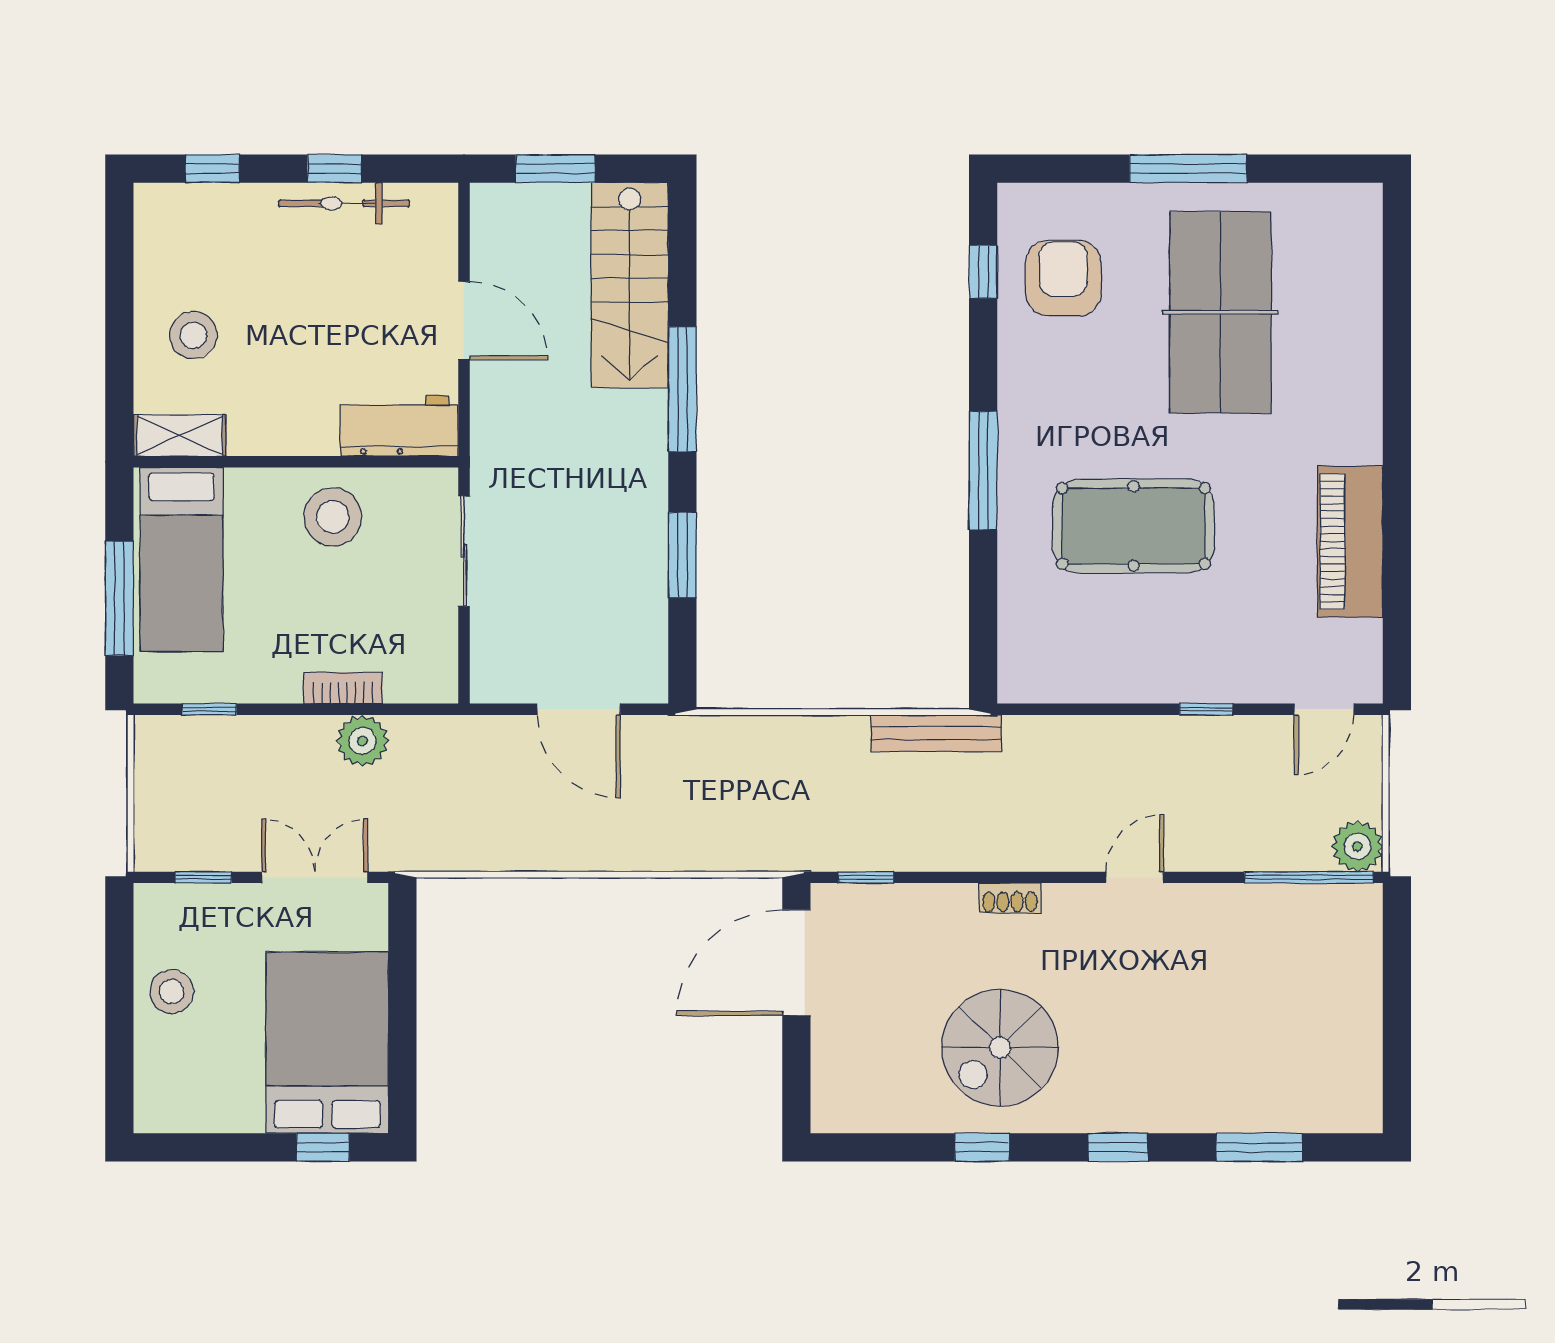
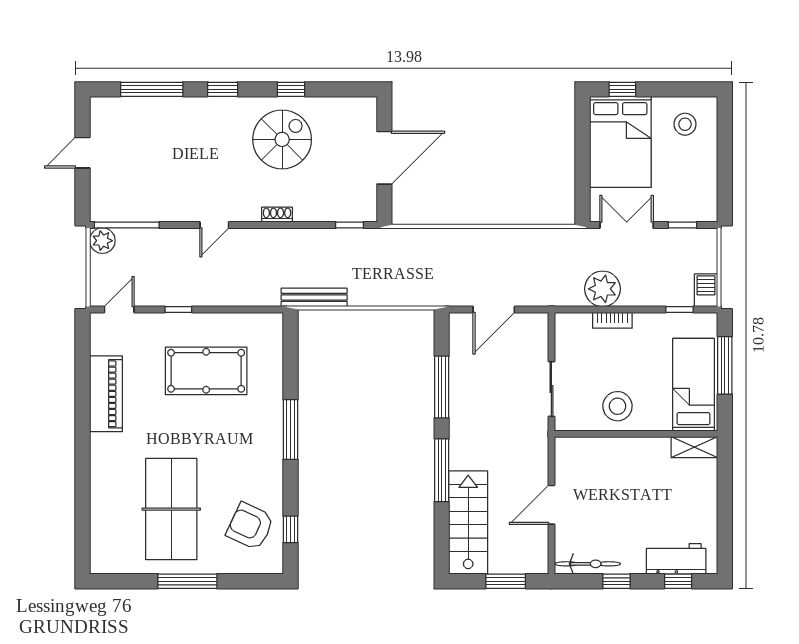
bicycle: (344, 203) -> (588, 564), moved
armchair: (1063, 278) -> (250, 526), turned 115
door: (464, 321) -> (551, 505), hinge flipped
stool: (193, 335) -> (688, 498), removed
workbench: (399, 426) -> (676, 559), moved, turned 180
pool table: (1133, 526) -> (206, 371), moved
window: (682, 555) -> (442, 387), width x1.44
door: (579, 709) -> (494, 309), swing flipped
plant: (362, 741) -> (603, 289), width x1.36, depth x1.36
barbecue: (157, 747) -> (706, 290), added
double door: (315, 877) -> (627, 225), swing flipped
door: (796, 963) -> (384, 158), moved
stool: (172, 992) -> (685, 124), moved
door: (1397, 1021) -> (83, 153), added
window: (1259, 1147) -> (152, 89), width x1.44

